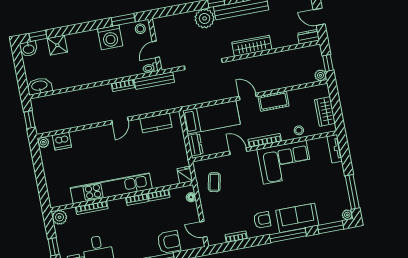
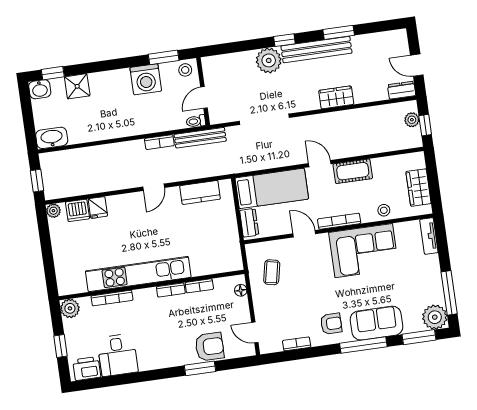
wardrobe: (252, 46) -> (336, 97), width x0.67
plant: (320, 75) -> (412, 120), moved
fridge: (185, 175) -> (98, 207), moved, turned 180
plant: (347, 215) -> (435, 317), width x1.87, depth x1.87

